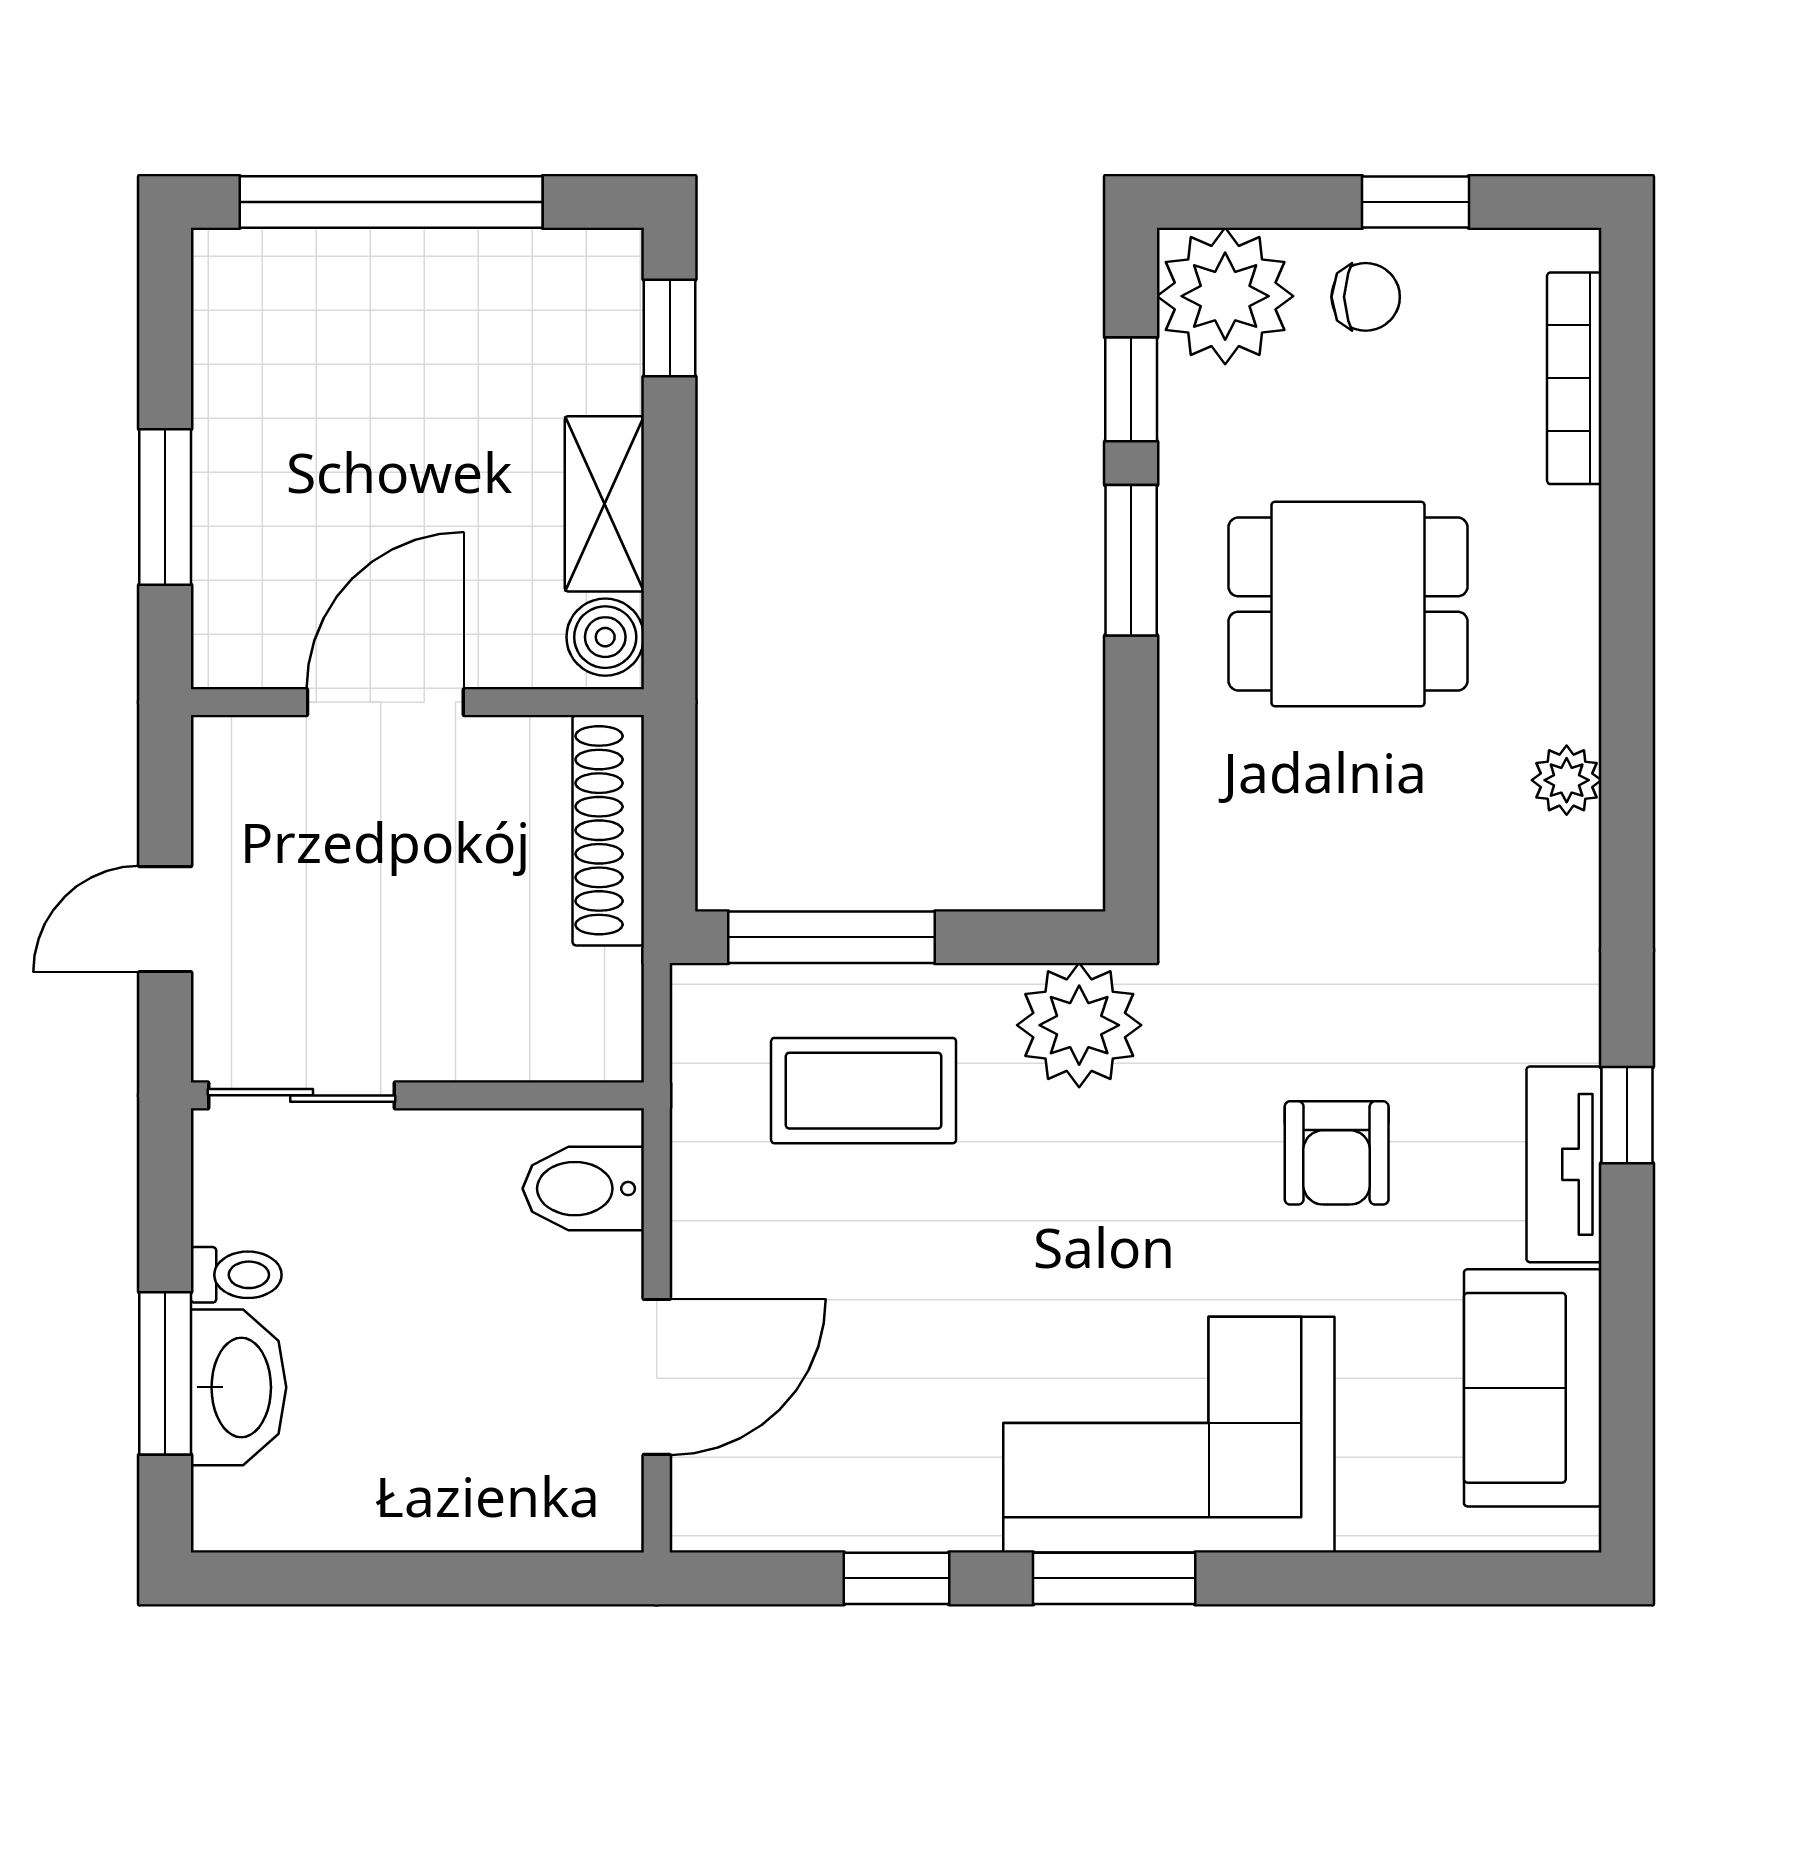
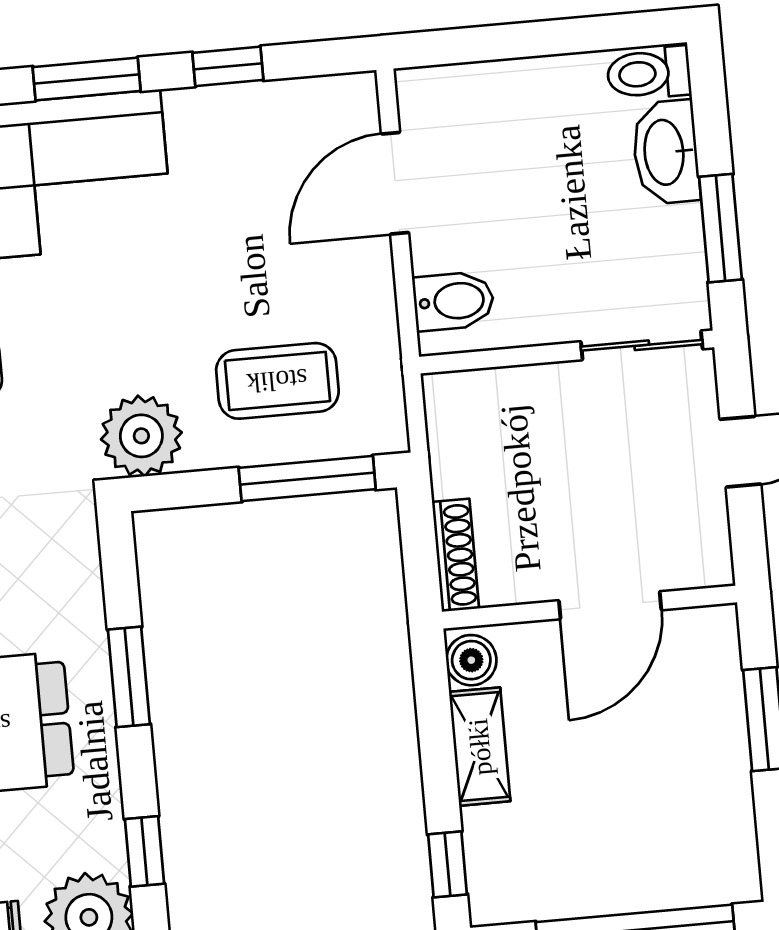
window: (1131, 560) -> (129, 677), moved
shoe rack: (608, 830) -> (456, 555), width x0.74, depth x0.81
toilet: (236, 1275) -> (649, 73), moved, width x1.37, depth x1.39
window: (165, 1373) -> (720, 228), moved

